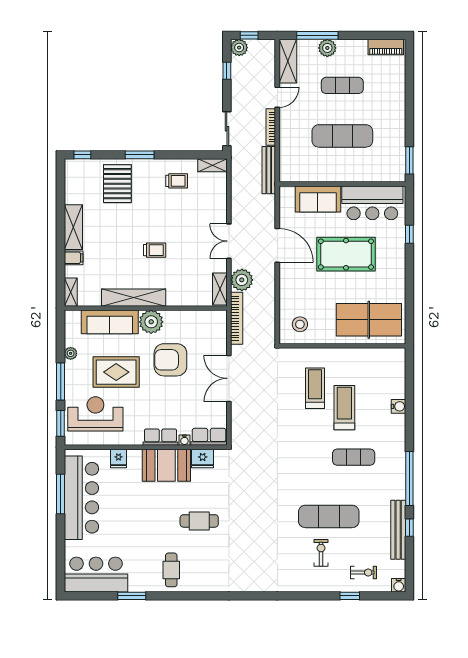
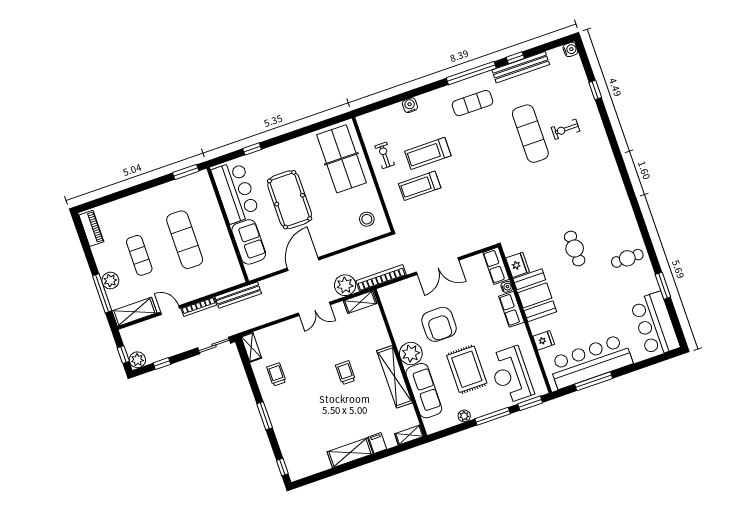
pallet: (117, 184) -> (297, 427), removed
exercise mat: (354, 457) -> (472, 103), moved, turned 90
exercise bike: (364, 572) -> (385, 155), moved

